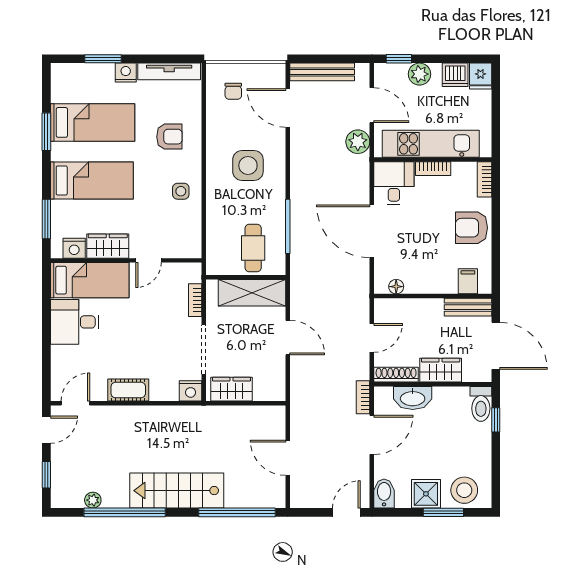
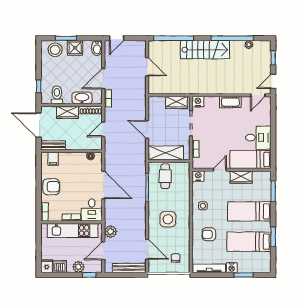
door: (372, 105) -> (103, 251), hinge flipped
nightstand: (74, 248) -> (198, 176), moved
toilet: (481, 404) -> (57, 95), moved

